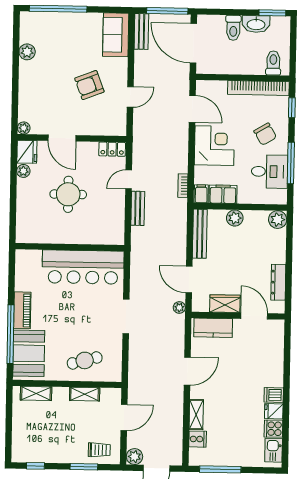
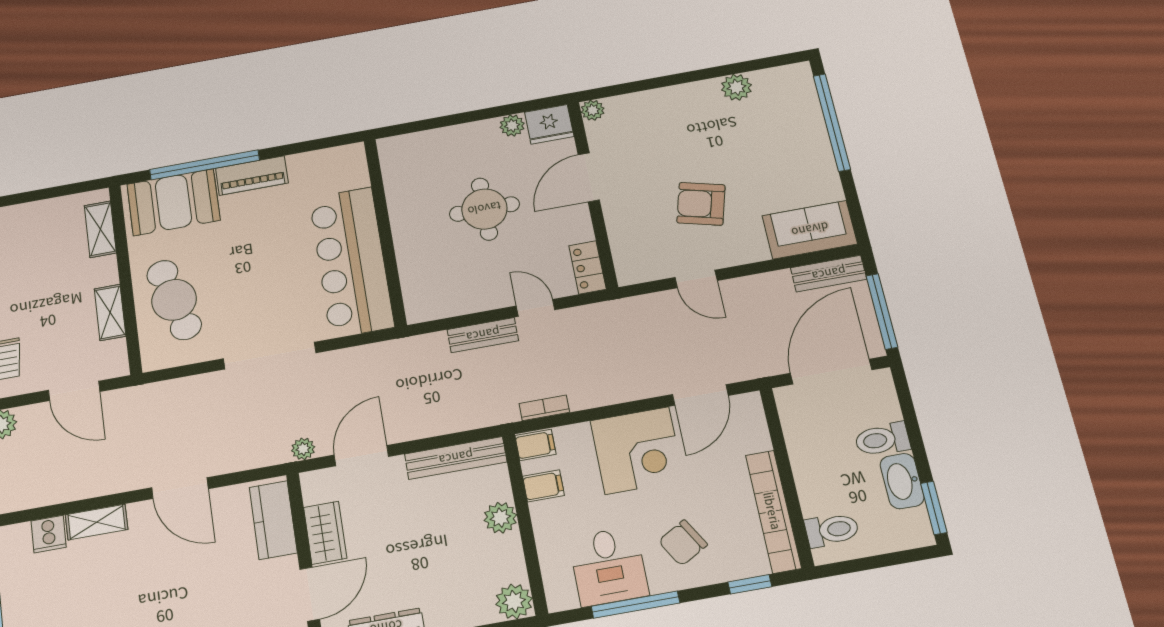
armchair: (89, 85) -> (701, 204), turned -54
filing cabinet: (223, 194) -> (543, 486), width x0.50
doorway: (126, 316) -> (270, 356), width x1.36
cafe table: (85, 360) -> (174, 300), width x1.37, depth x1.35

